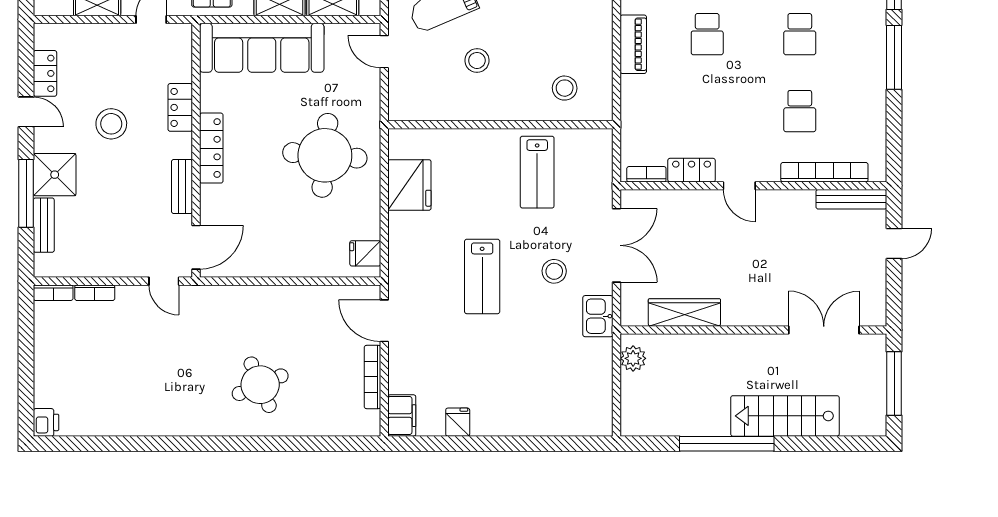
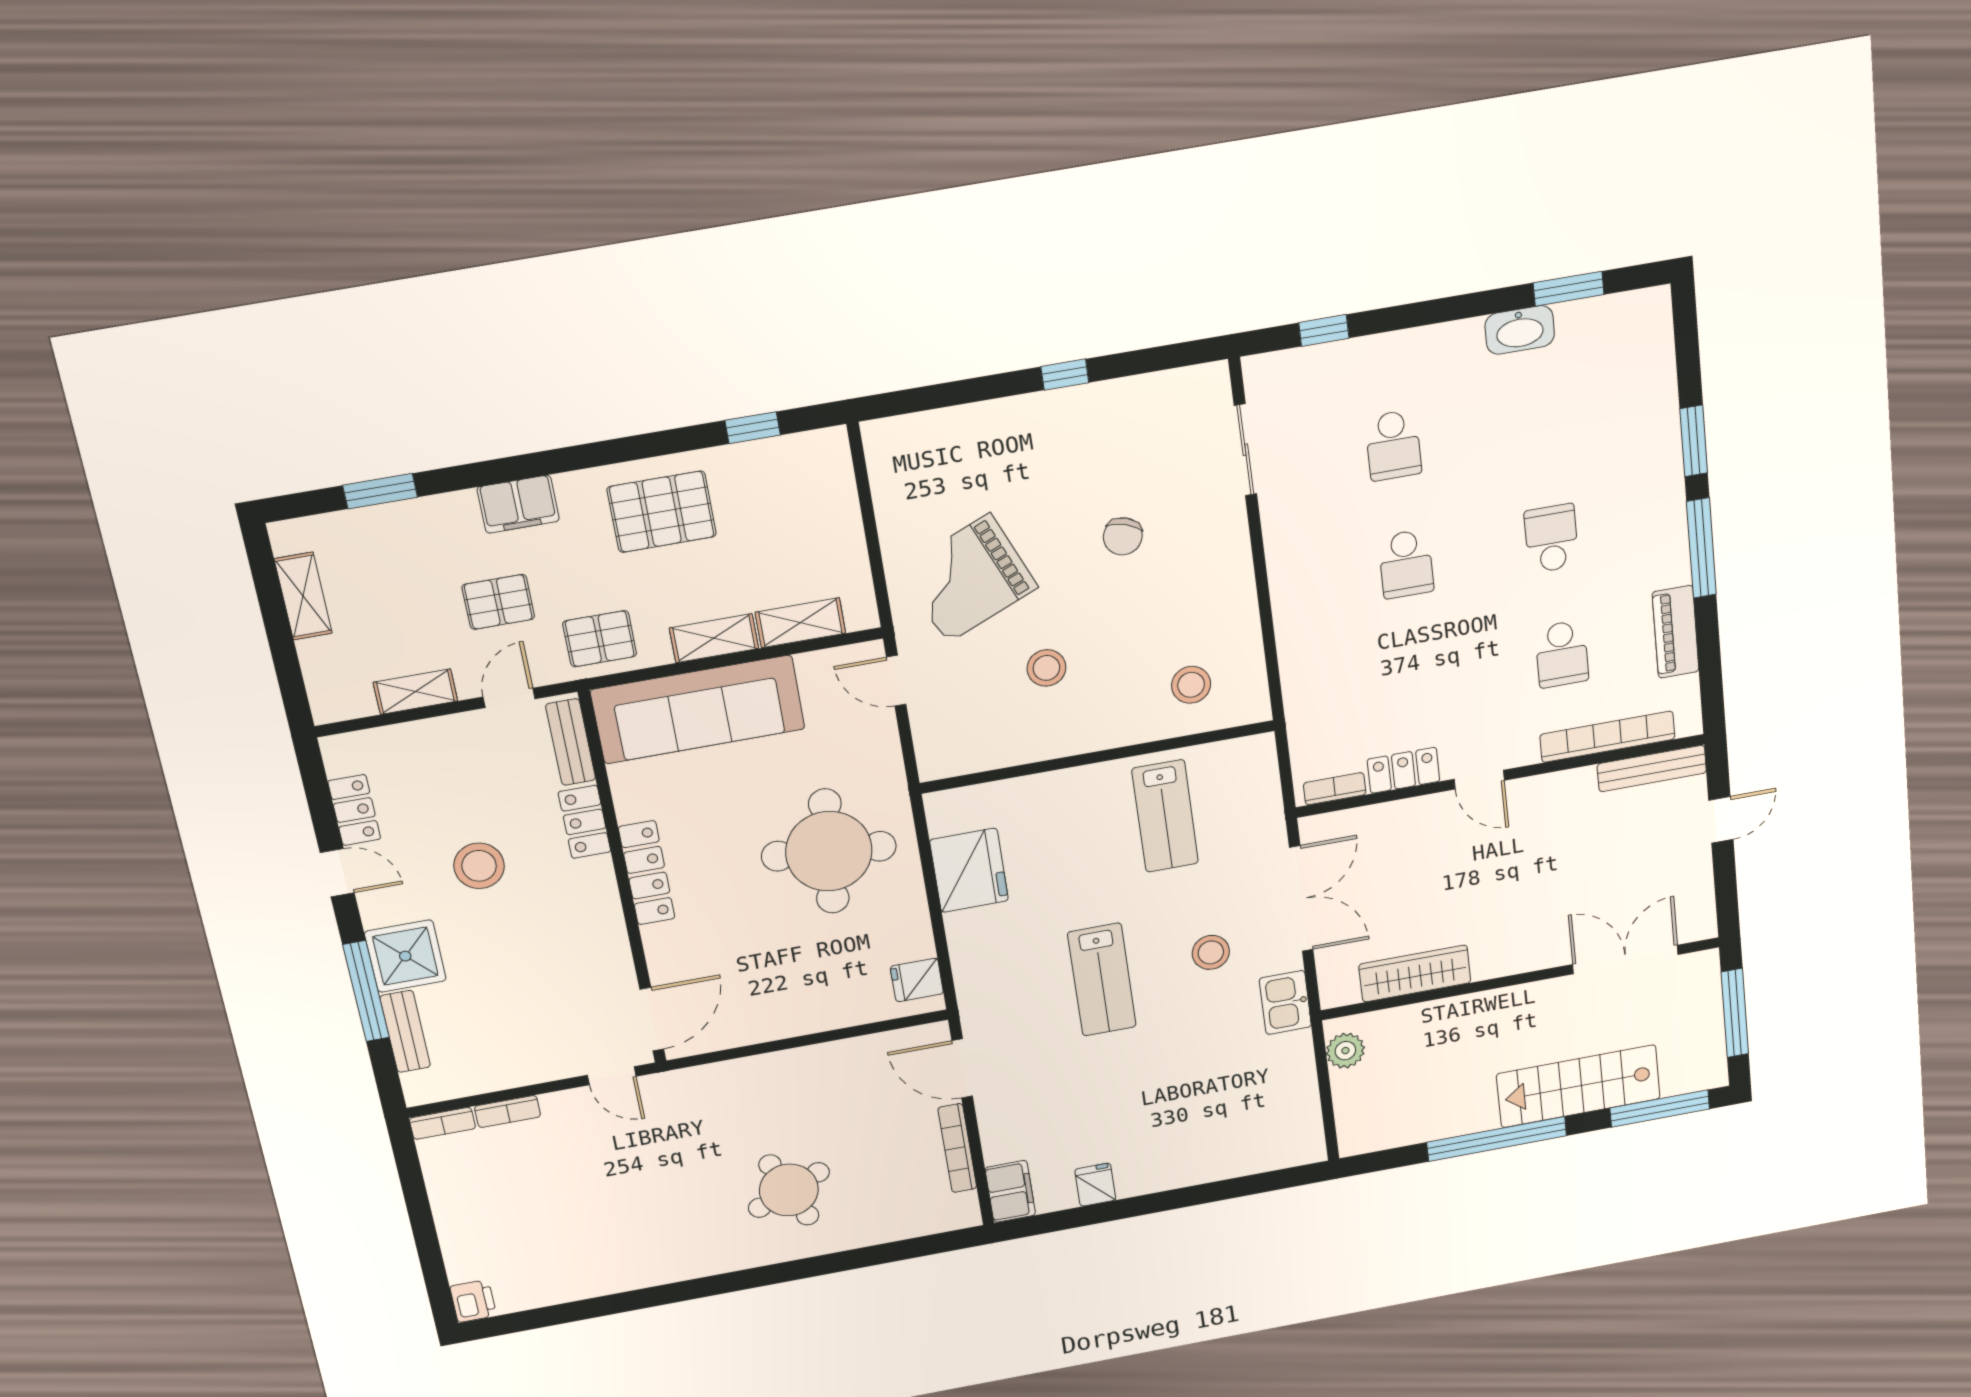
school desk: (800, 34) -> (1551, 538), turned 180
piano: (633, 44) -> (1676, 632), moved, turned 180
bench: (182, 187) -> (571, 742), moved
window: (838, 444) -> (1660, 1108), added

